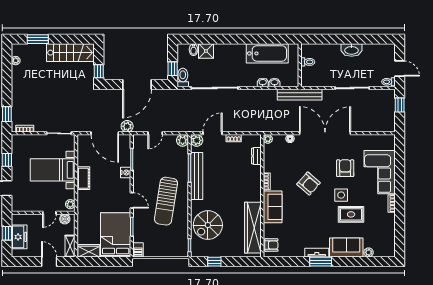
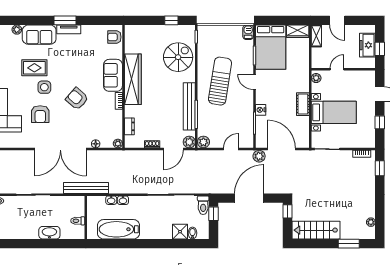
washbasin: (352, 50) -> (49, 233), moved
boiler: (65, 219) -> (322, 63), removed
wardrobe: (253, 228) -> (133, 79), moved

